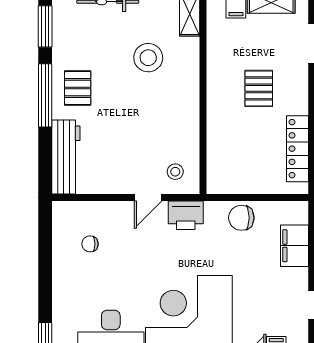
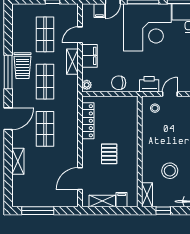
plant: (300, 214) -> (87, 85), added
chair: (241, 218) -> (119, 83), turned 180
filing cabinet: (295, 246) -> (89, 56), moved

